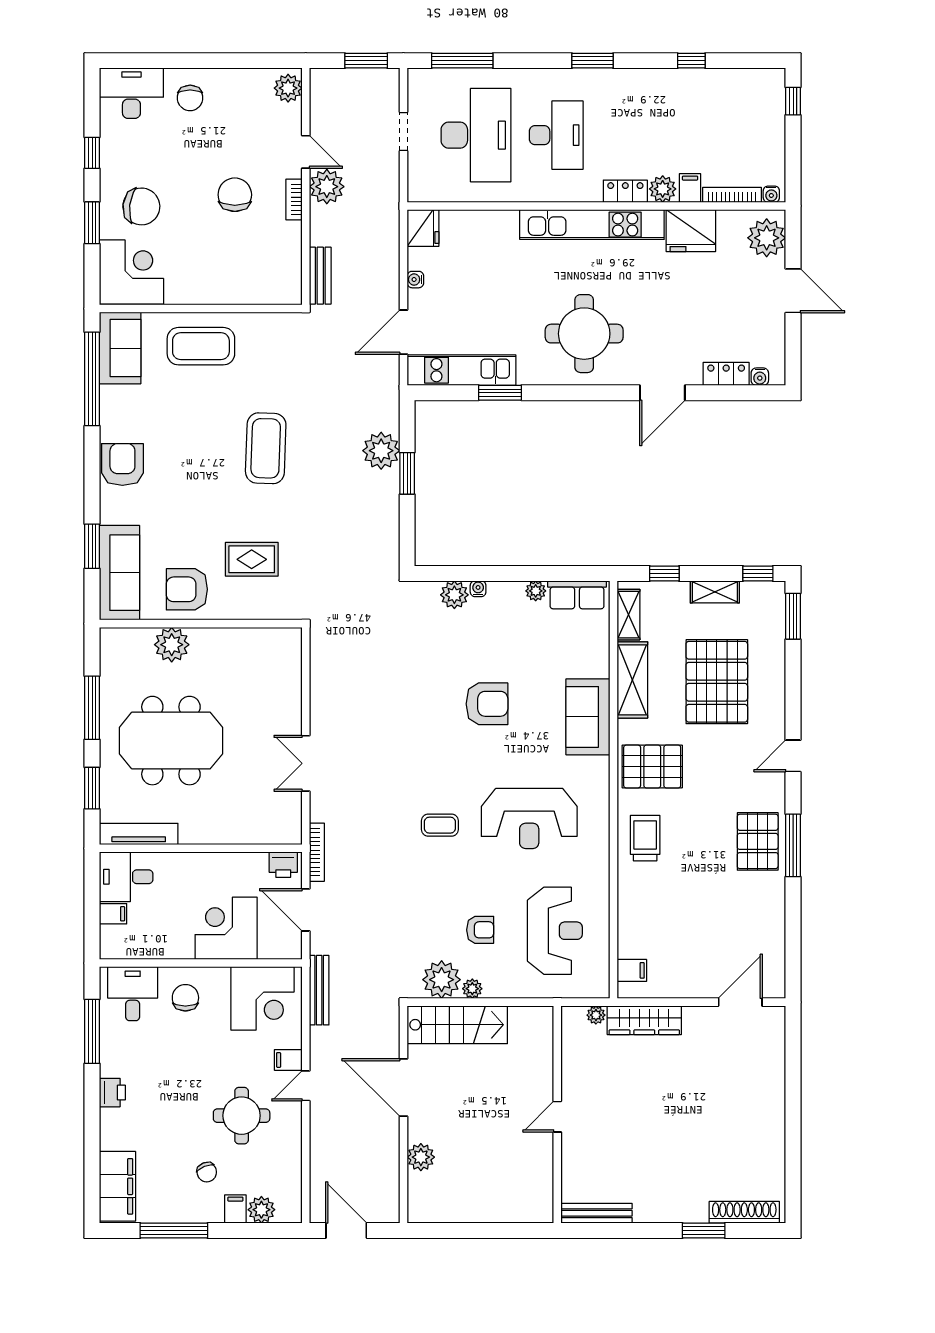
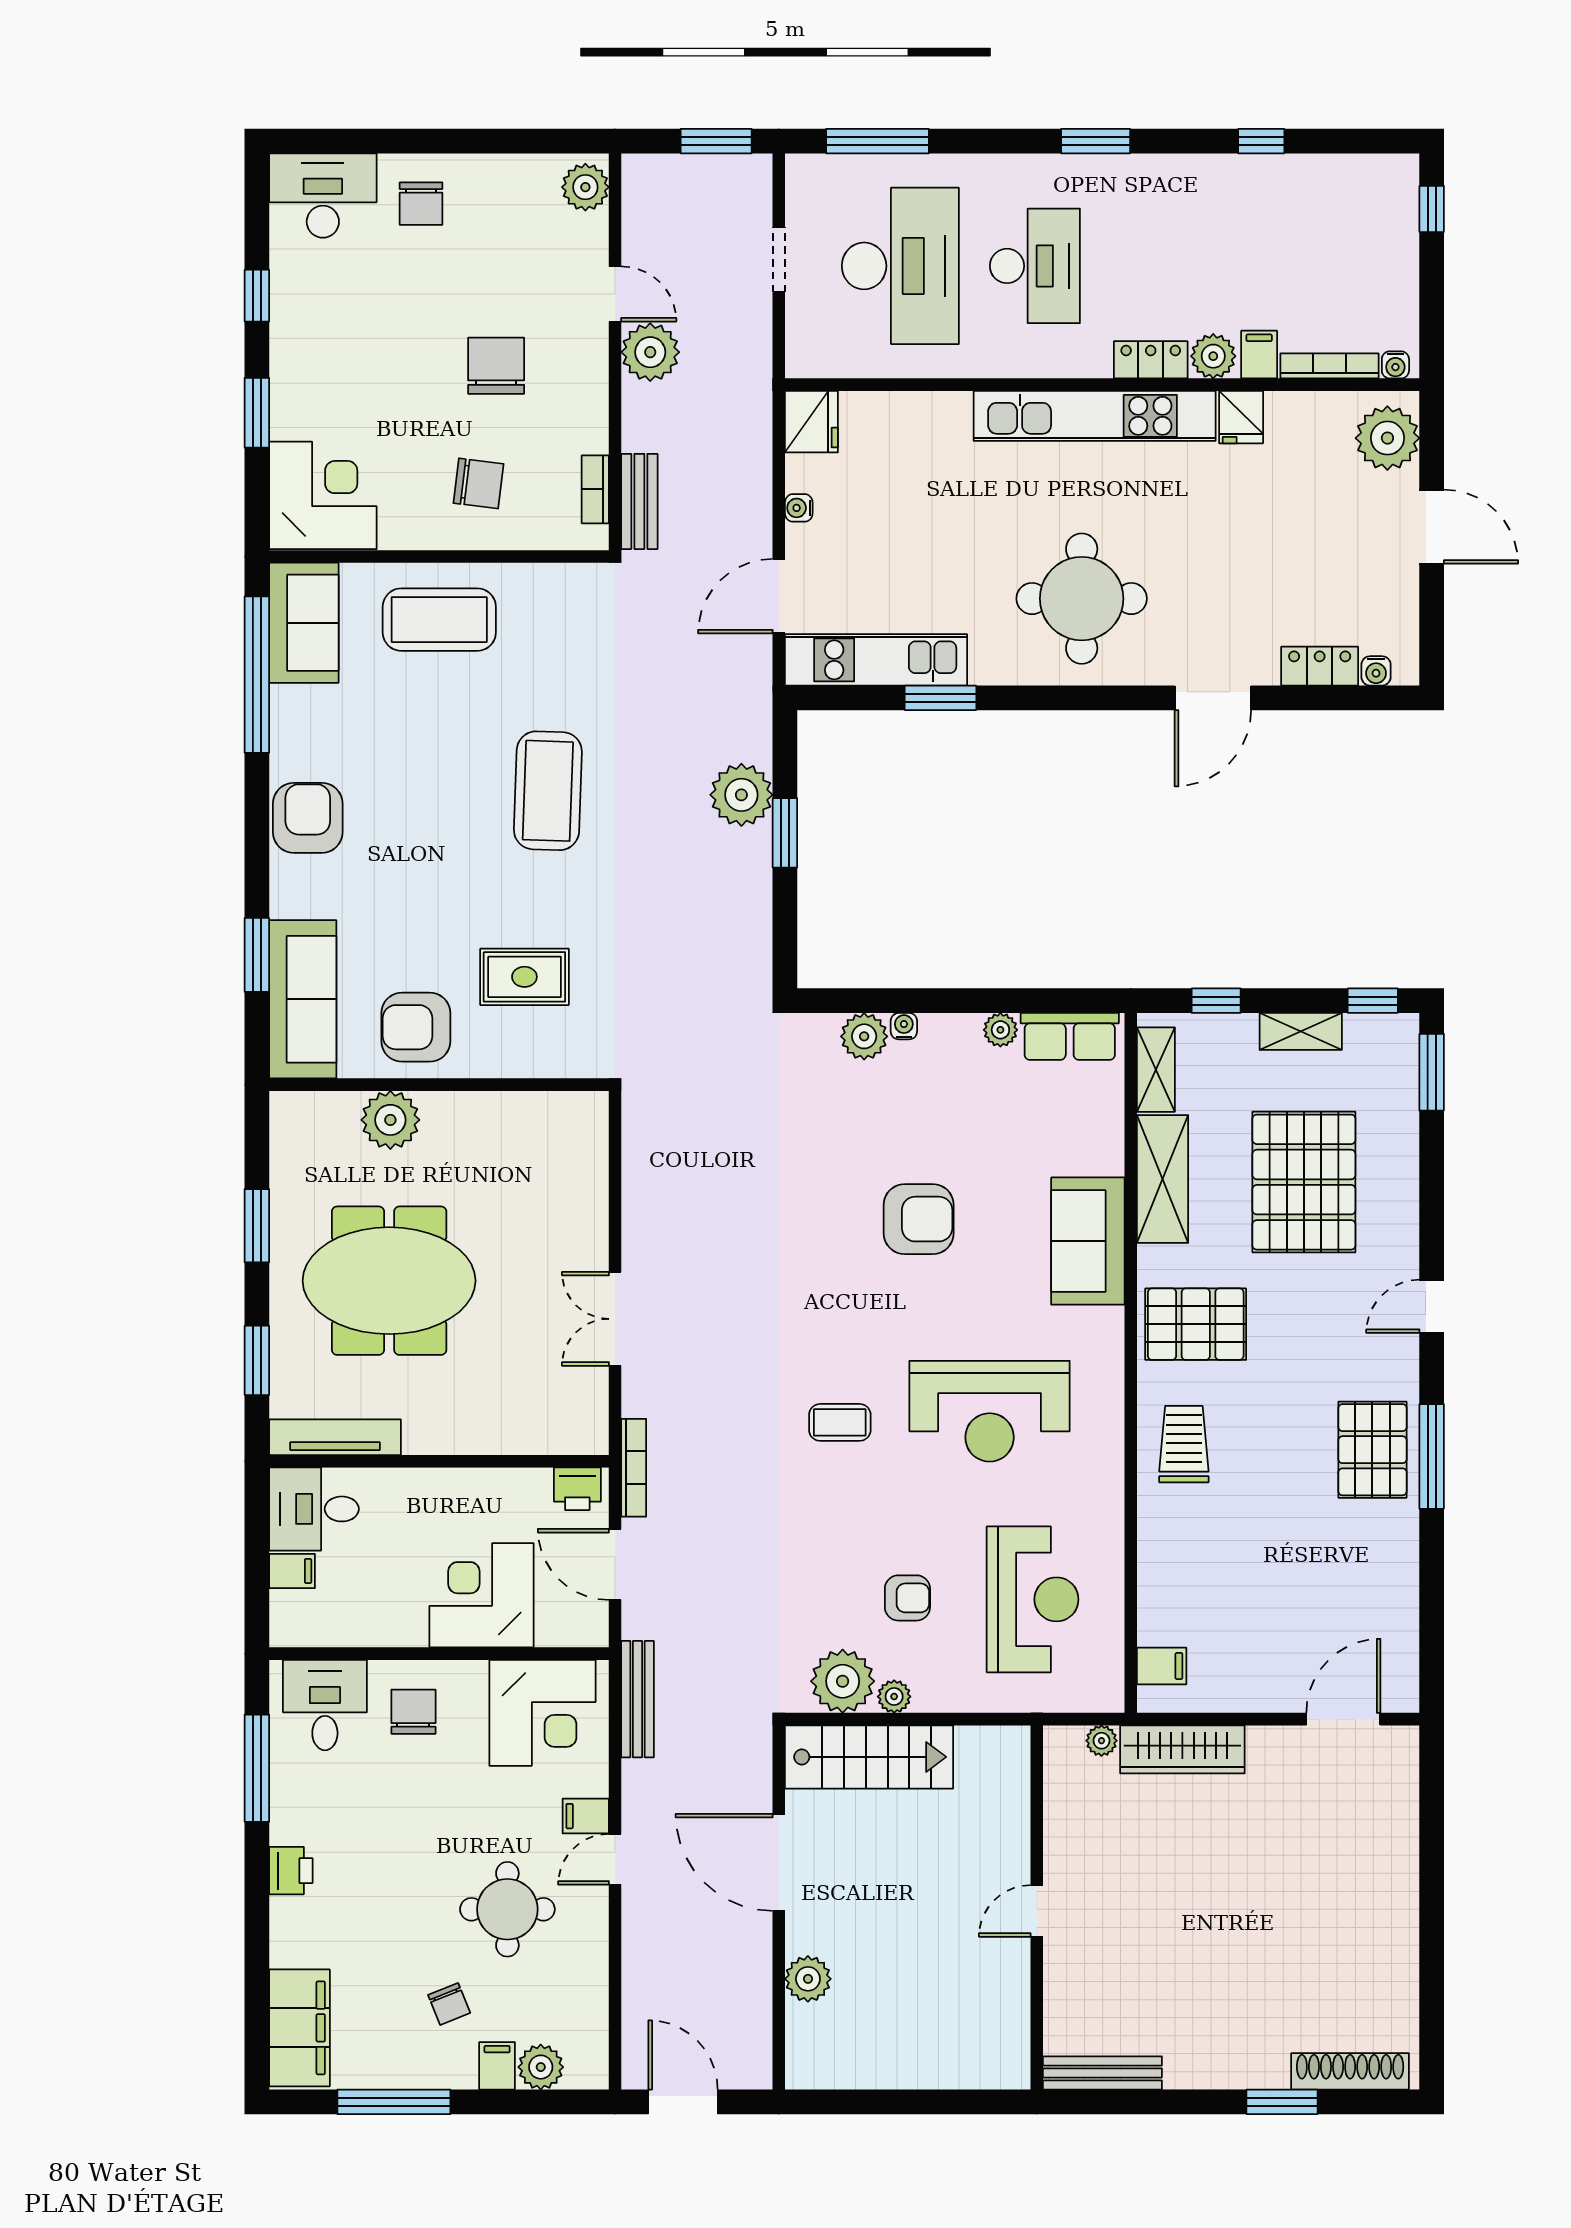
bookcase: (294, 199) -> (595, 489), moved
chair: (141, 206) -> (478, 483), moved, width x0.73, depth x0.73
fridge: (691, 231) -> (1241, 417), width x0.53, depth x0.75
window: (92, 708) -> (257, 1226), width x0.69

